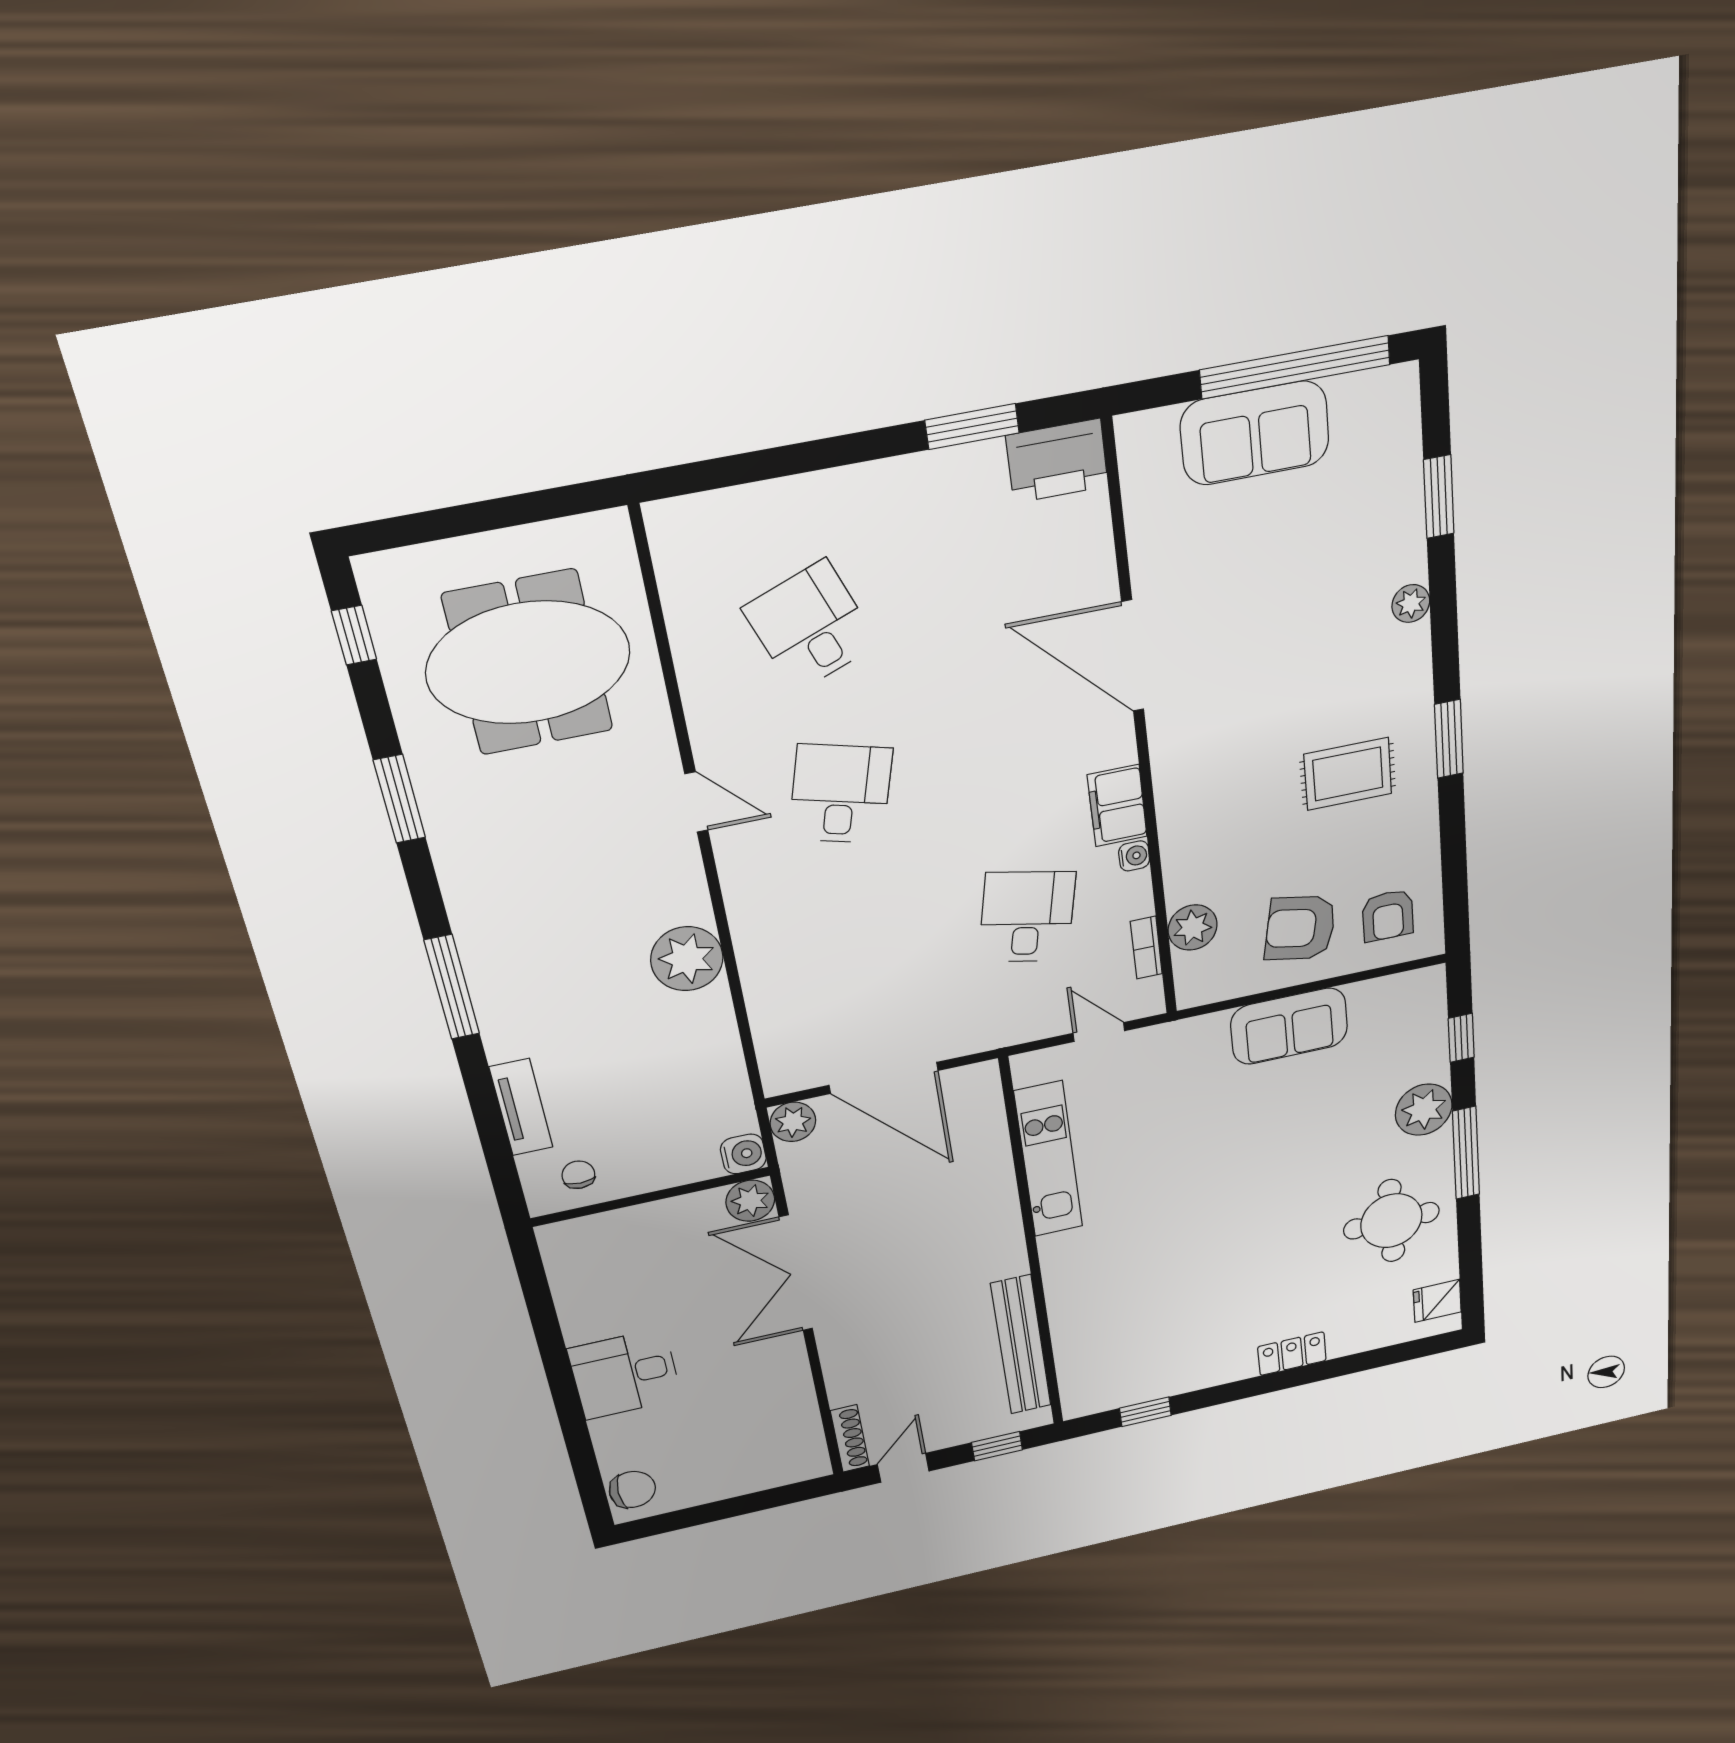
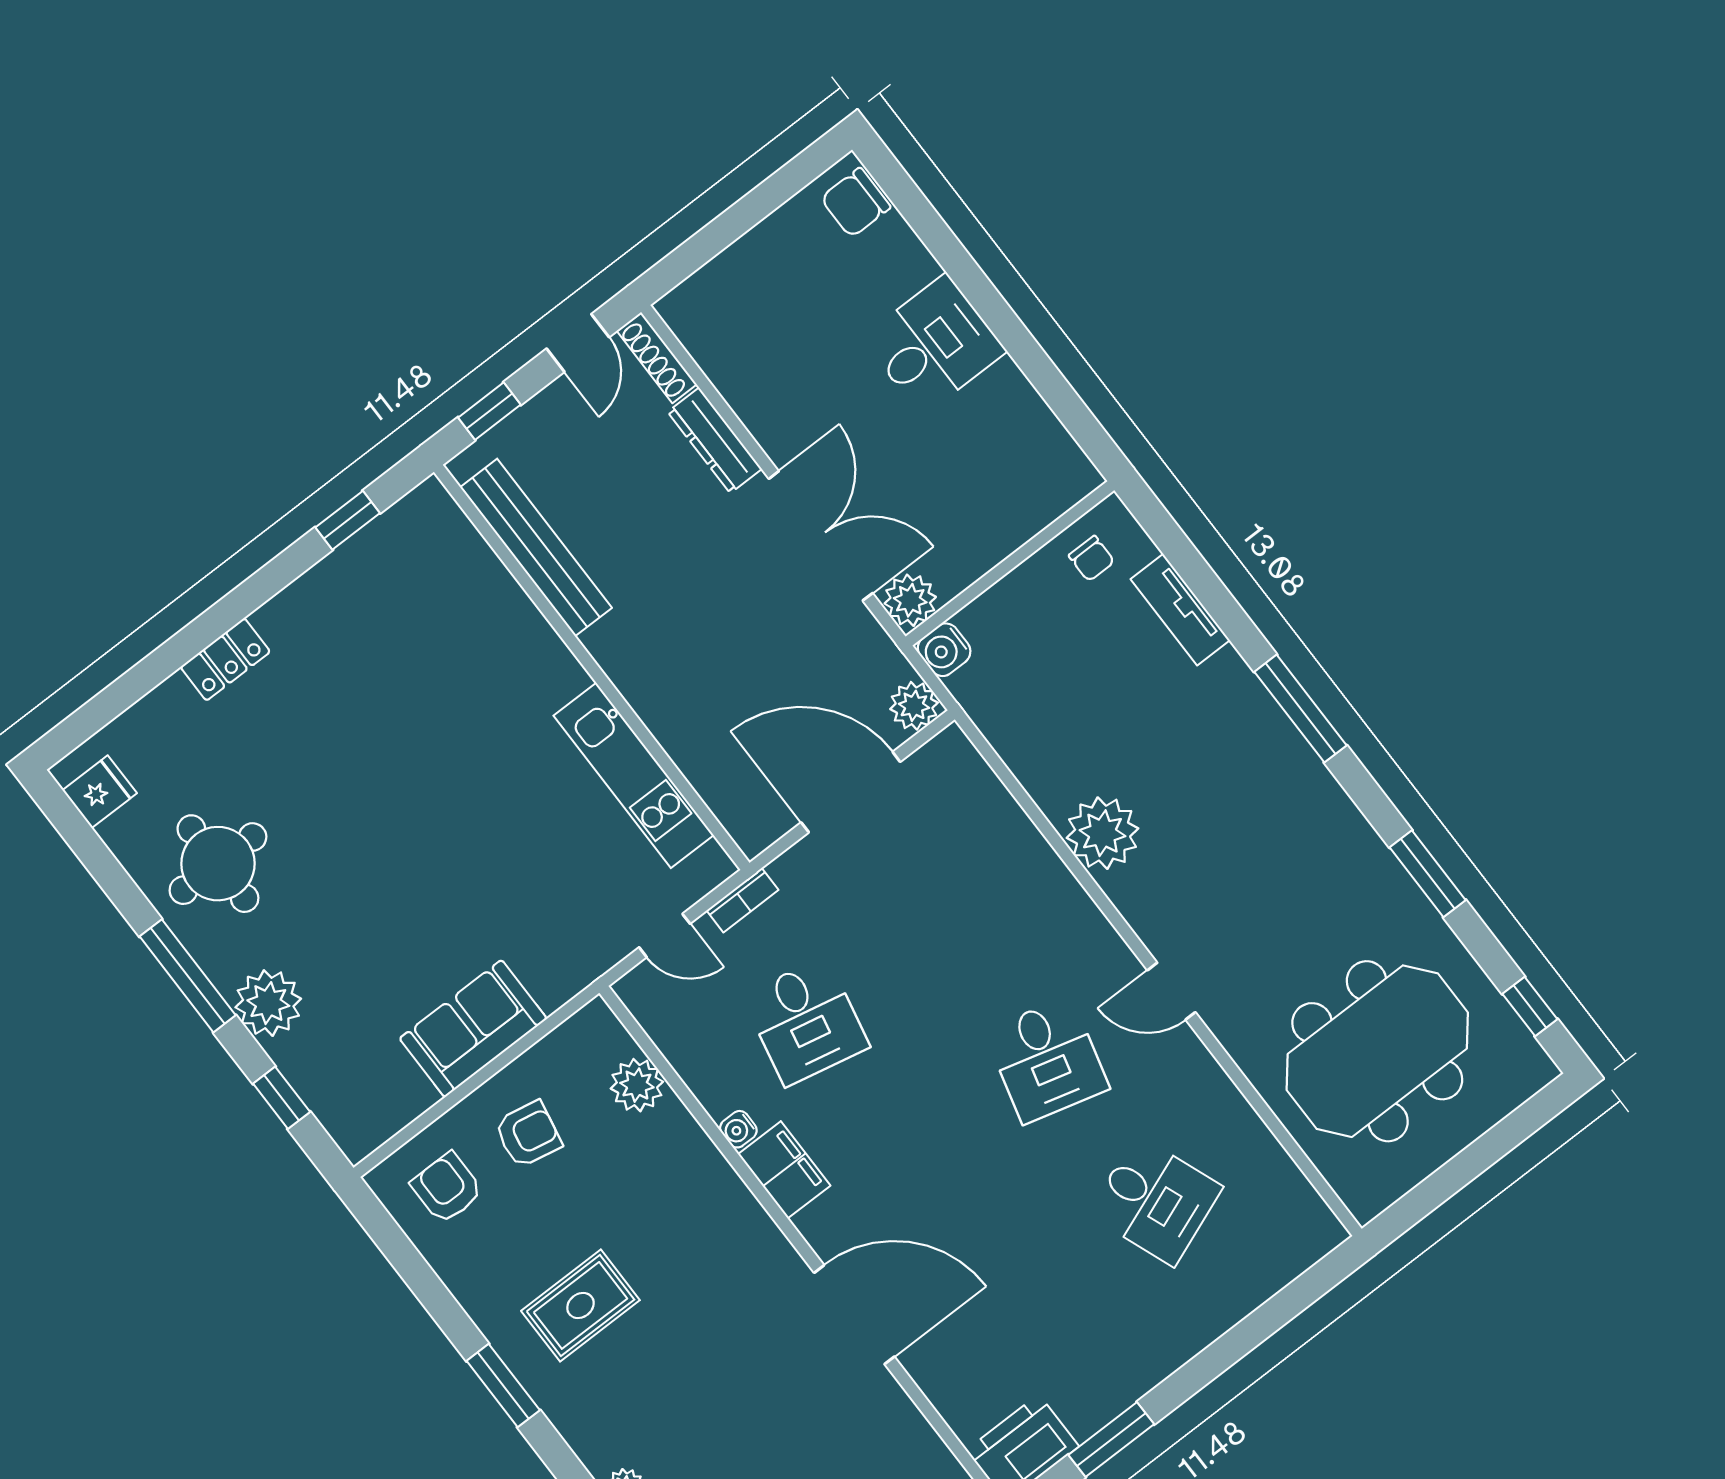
armchair: (1300, 928) -> (528, 1134), width x0.72, depth x0.72
bookcase: (1146, 948) -> (742, 900), moved, turned 90
dresser: (840, 1369) -> (715, 440), added

